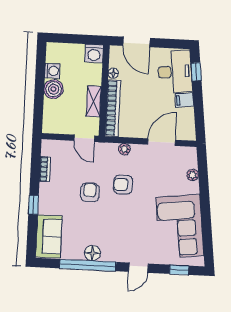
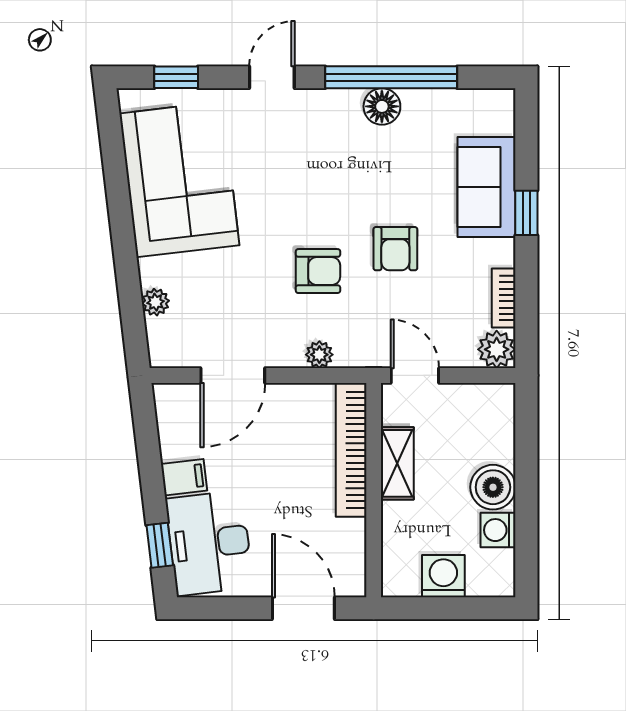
washing machine: (94, 53) -> (443, 576), moved
floor lamp: (113, 73) -> (354, 532), removed
plant: (49, 148) -> (497, 349), added
sofa: (49, 236) -> (486, 187), moved

